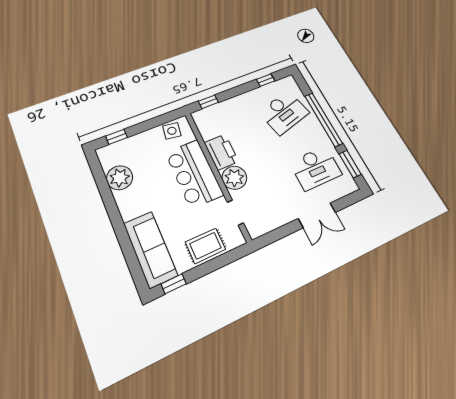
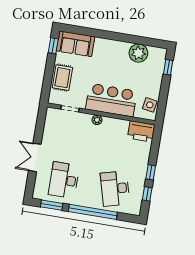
window: (208, 102) -> (151, 172), moved
printer: (221, 152) -> (141, 131), moved
plant: (234, 178) -> (97, 120), width x0.53, depth x0.53
sofa: (150, 249) -> (75, 44), width x0.73

